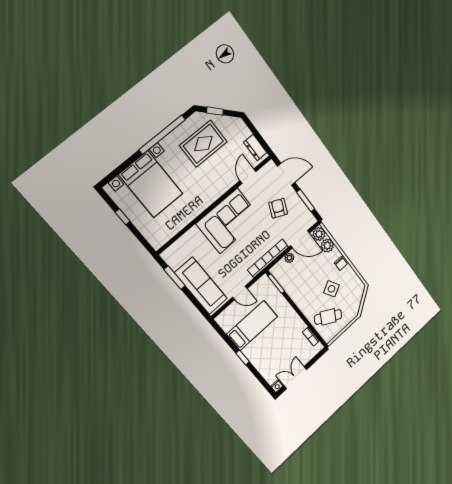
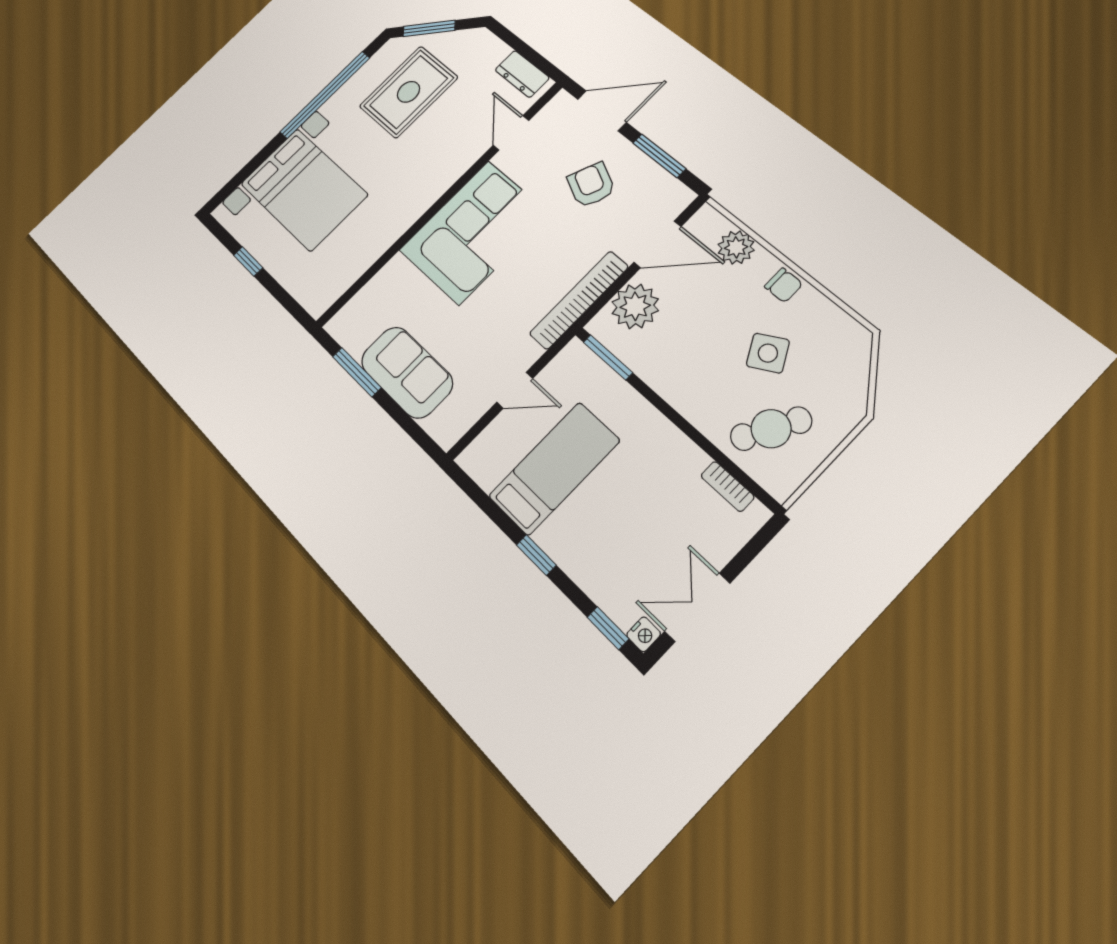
window: (215, 111) -> (429, 28), width x1.50
plant: (319, 234) -> (708, 224), removed
plant: (289, 258) -> (635, 306), width x1.88, depth x1.88
sofa: (201, 286) -> (407, 372), width x0.73
window: (265, 384) -> (608, 628), added

